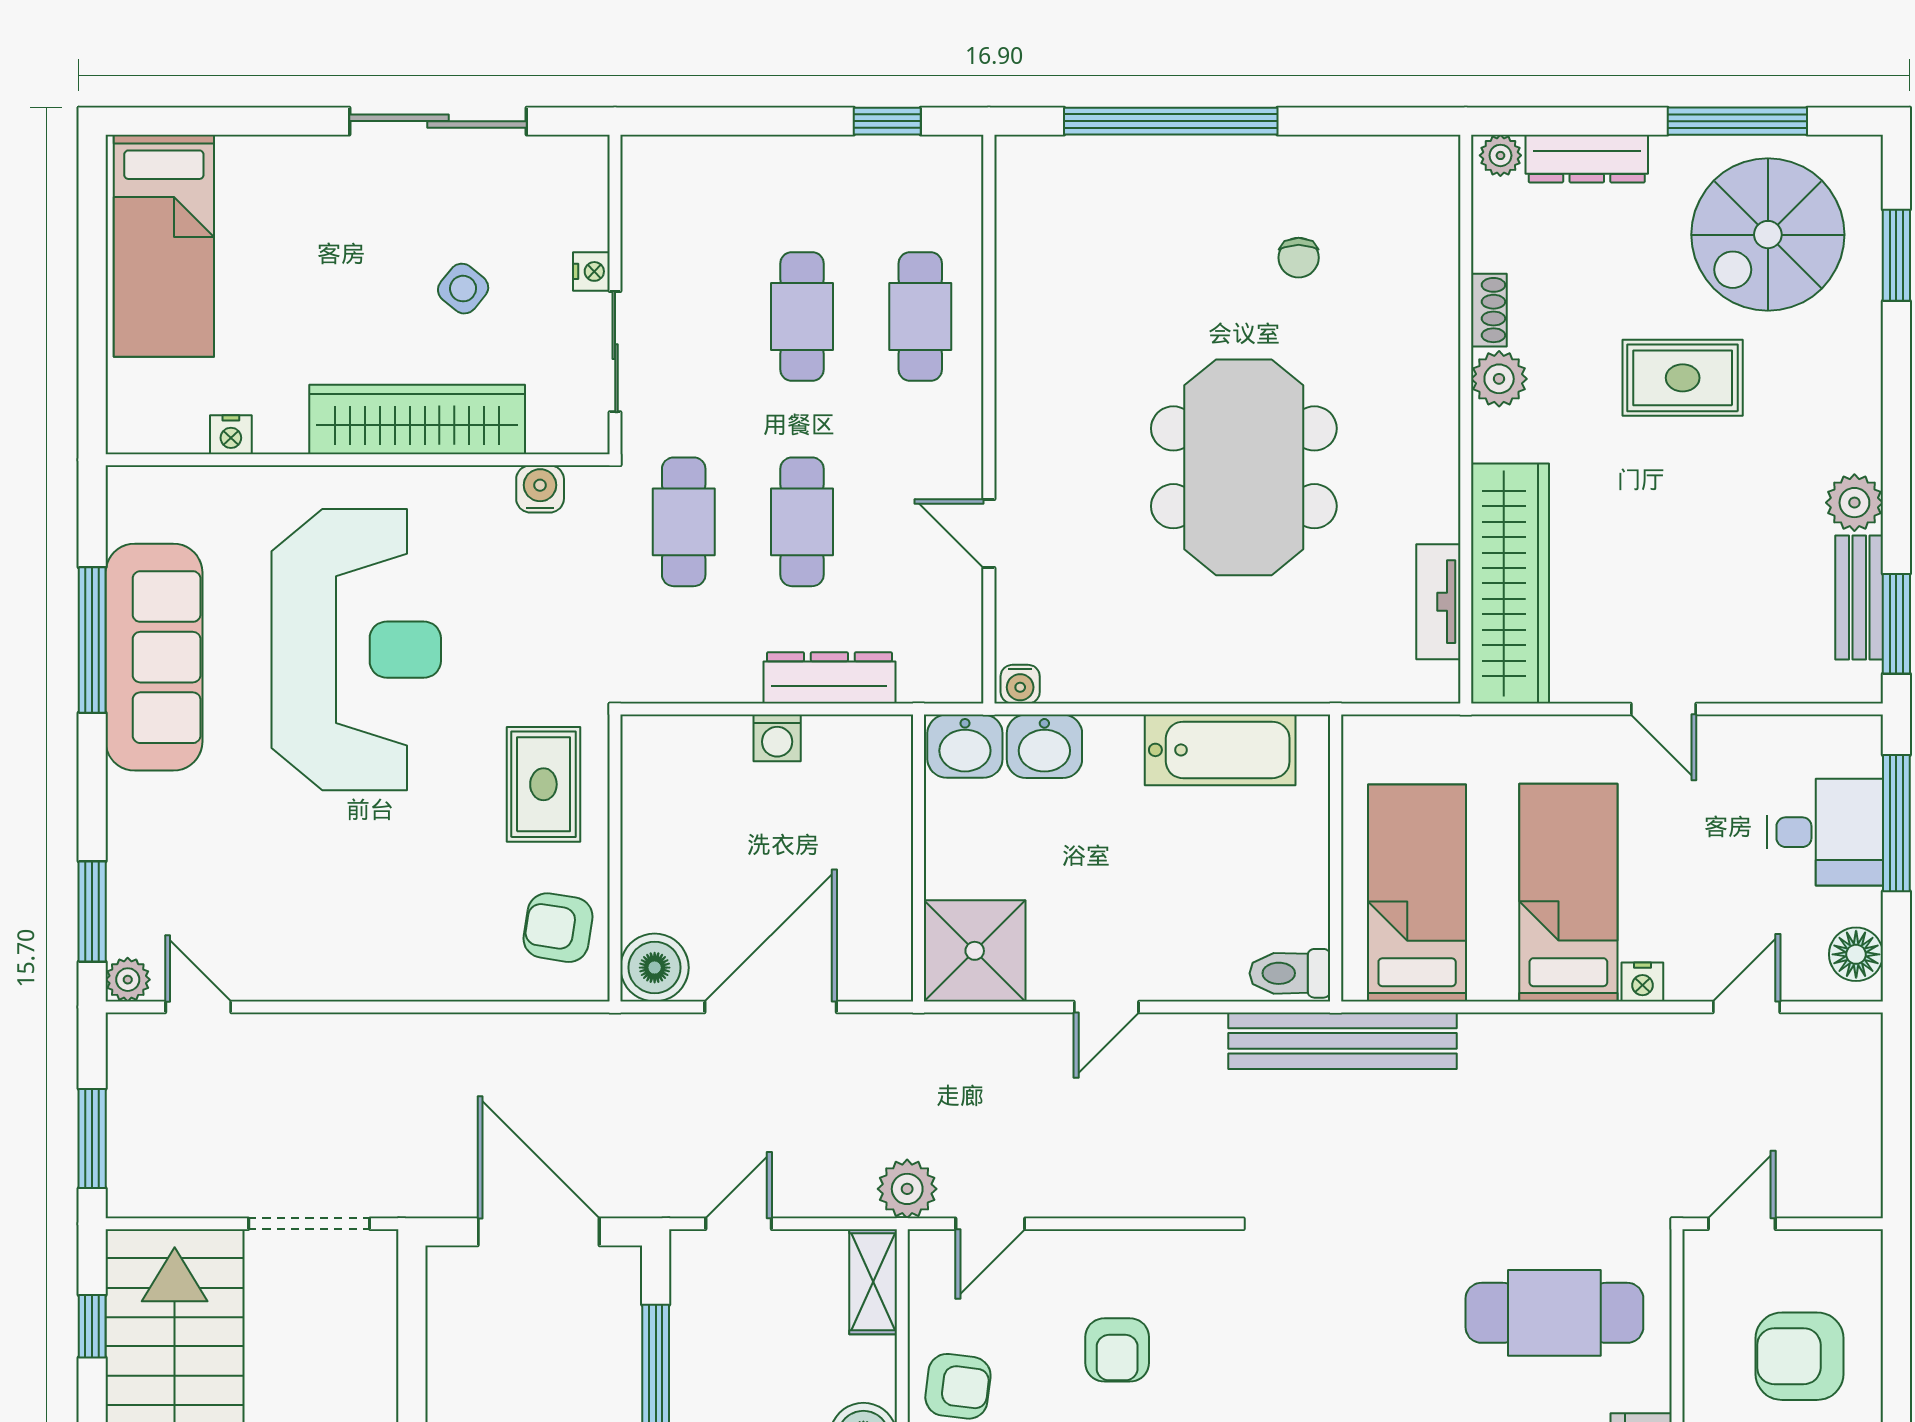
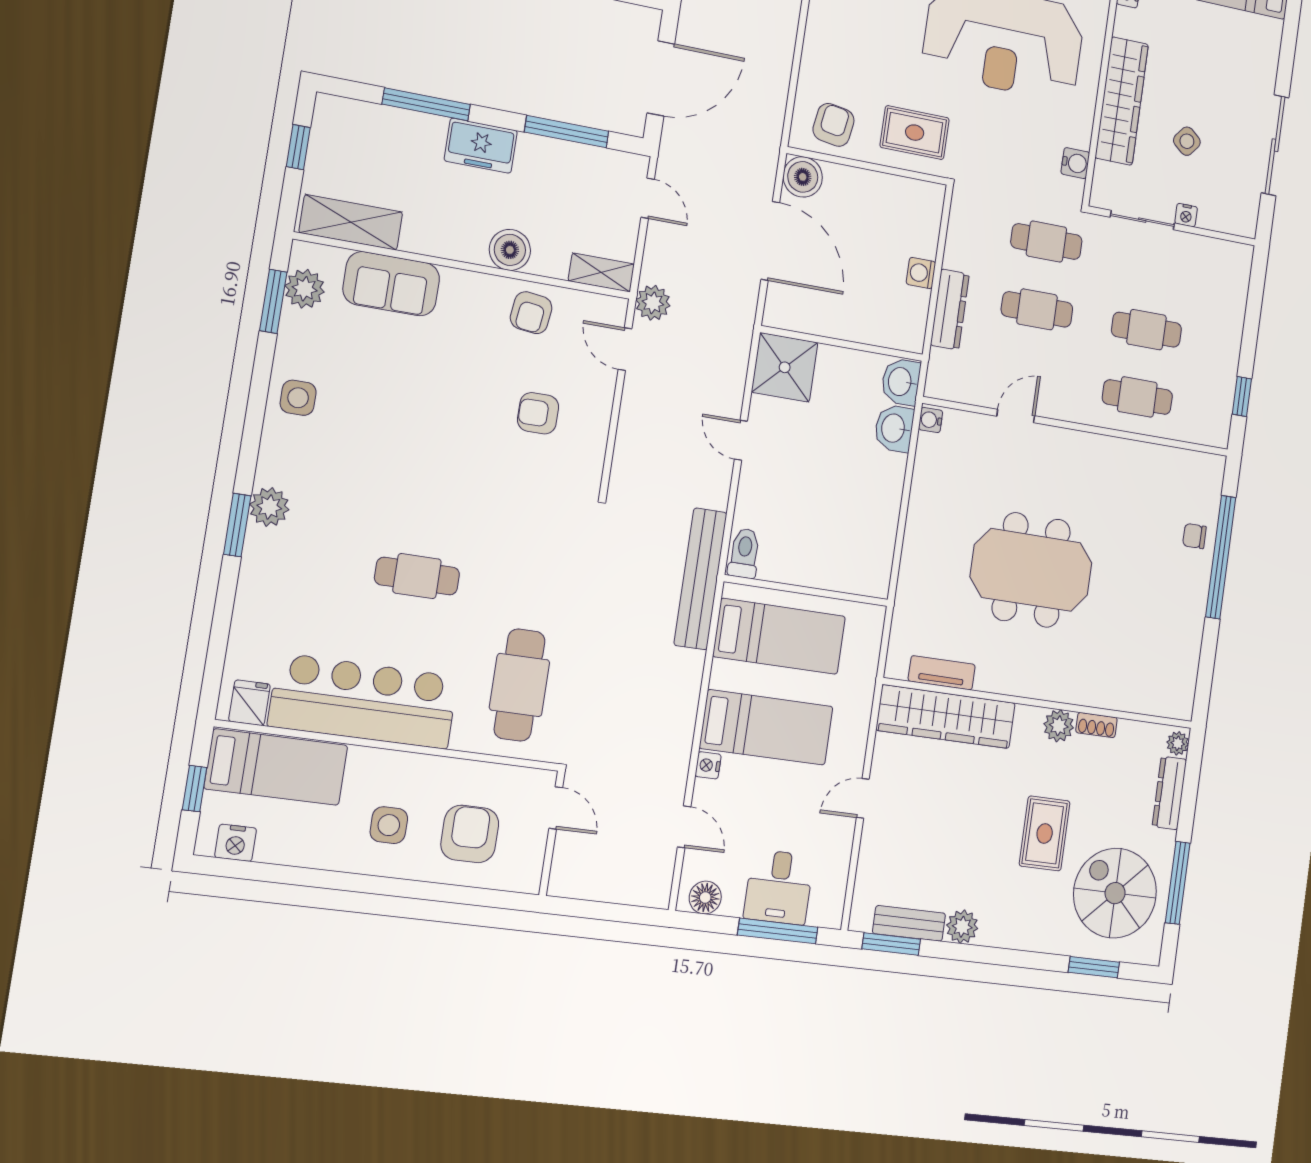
chair: (1299, 258) -> (1194, 536), moved
bathtub: (1220, 750) -> (877, 531), removed

